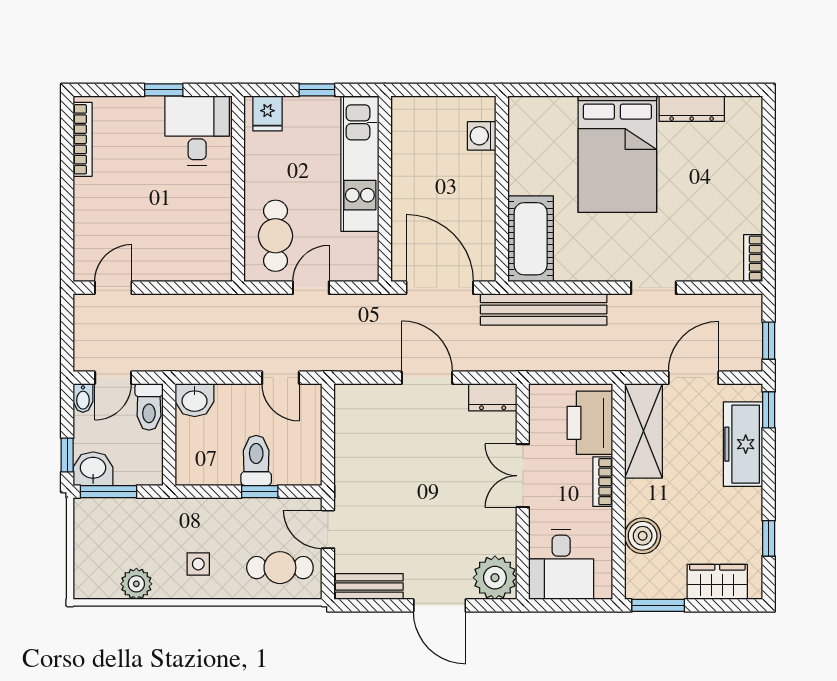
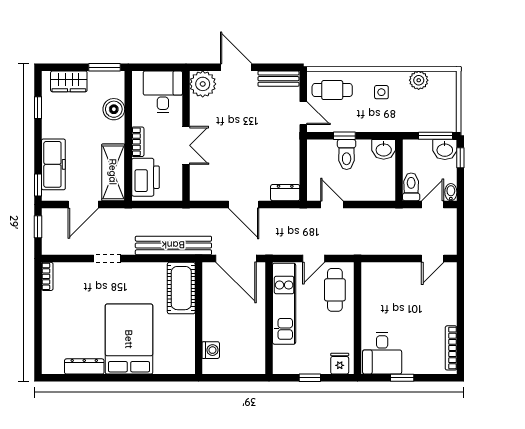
kitchen unit: (360, 164) -> (284, 304), moved
dresser: (493, 397) -> (285, 193), moved
washbasin: (195, 400) -> (384, 149), moved, turned 180

